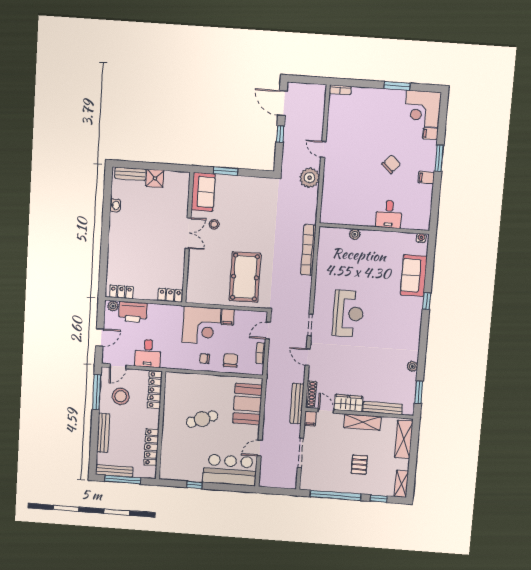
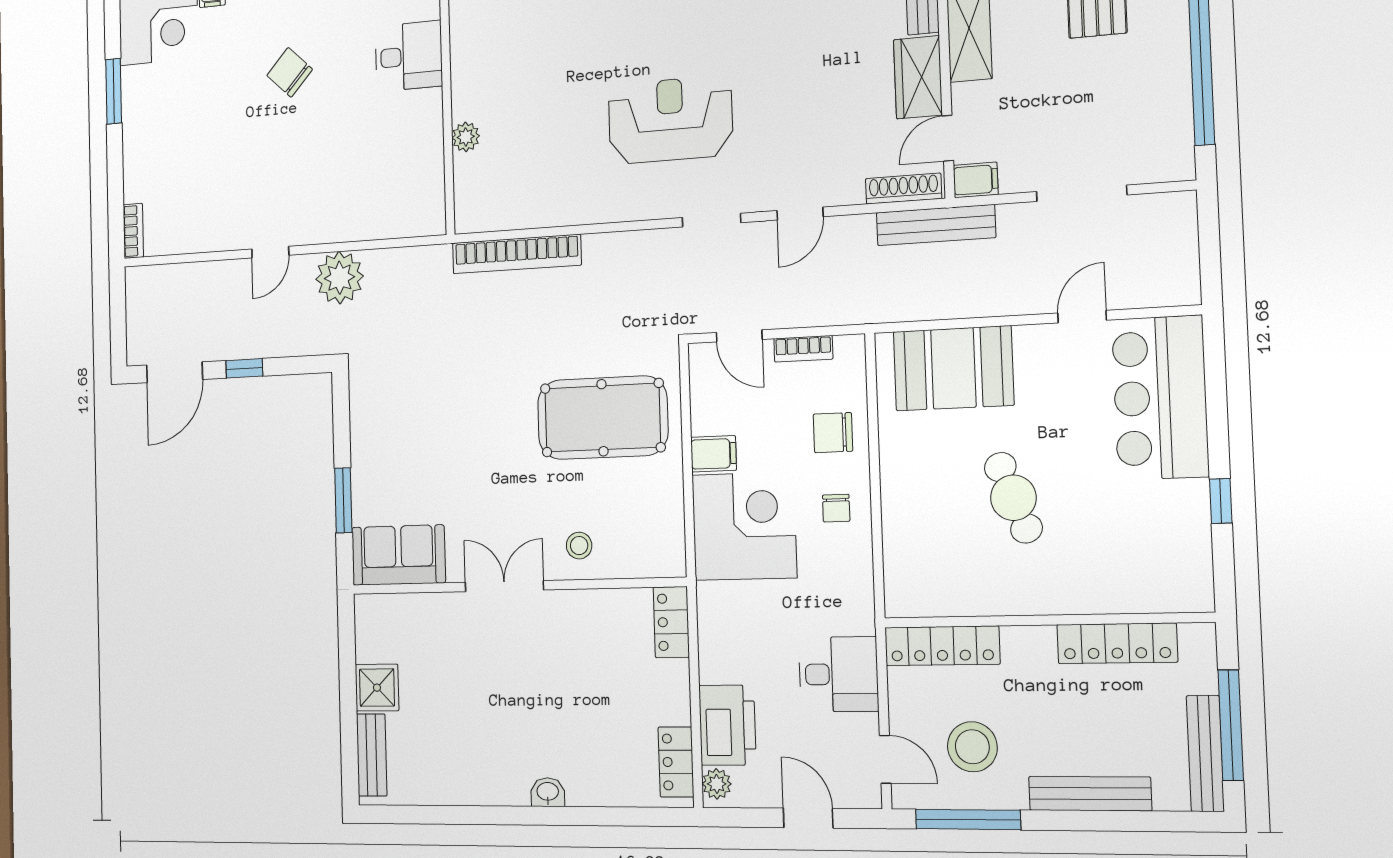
washbasin: (115, 205) -> (548, 792), moved
stool: (214, 224) -> (579, 546), moved
door: (260, 448) -> (1082, 317), swing flipped

